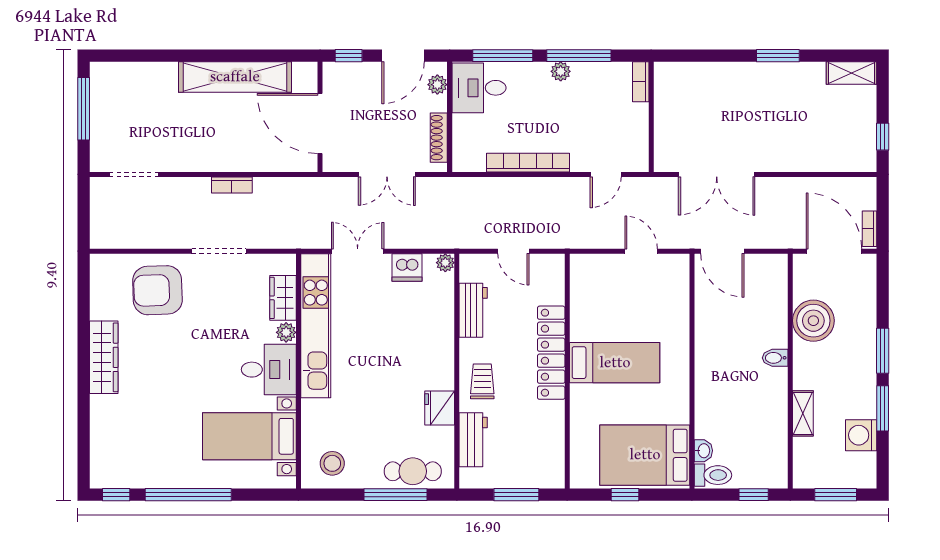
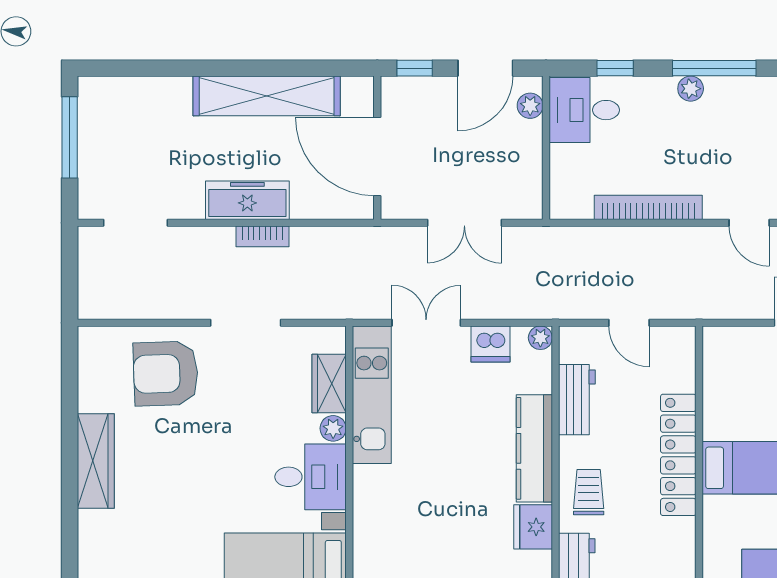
window: (503, 56) -> (615, 68), width x0.46
shoe rack: (439, 138) -> (532, 175), removed
freezer: (220, 157) -> (247, 200), added
door: (606, 174) -> (749, 223), hinge flipped
kitchen unit: (316, 326) -> (372, 395), width x0.73
kitchen counter: (441, 348) -> (534, 448), added

